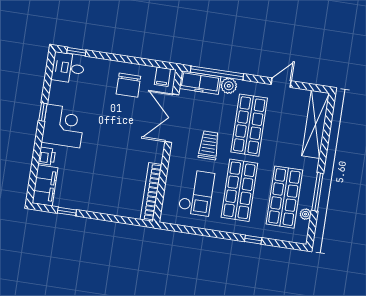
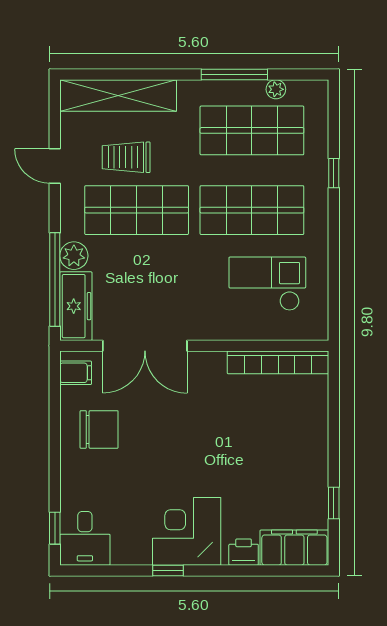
trolley: (209, 145) -> (126, 157), moved

